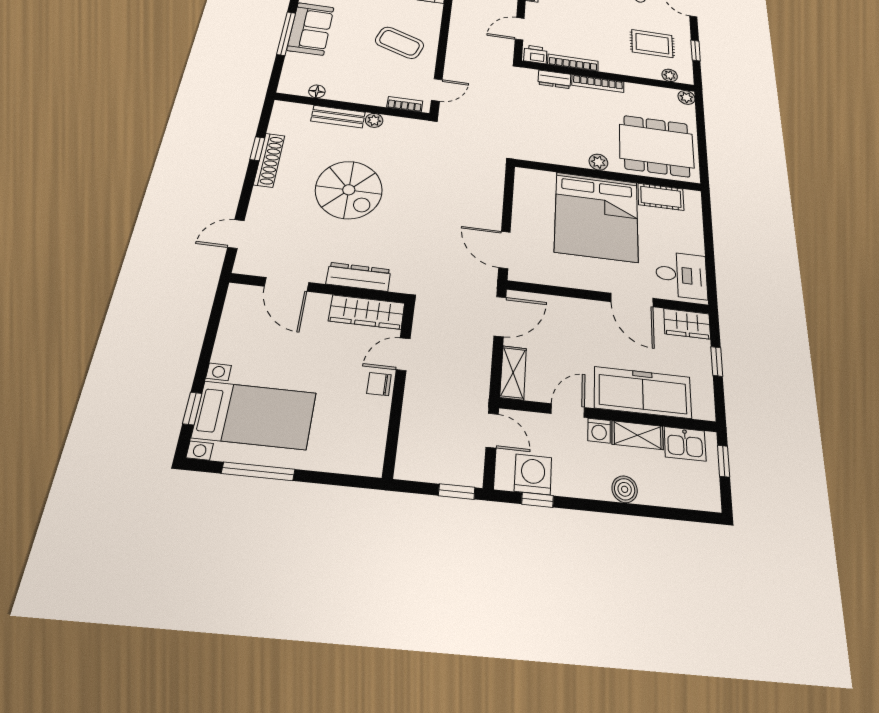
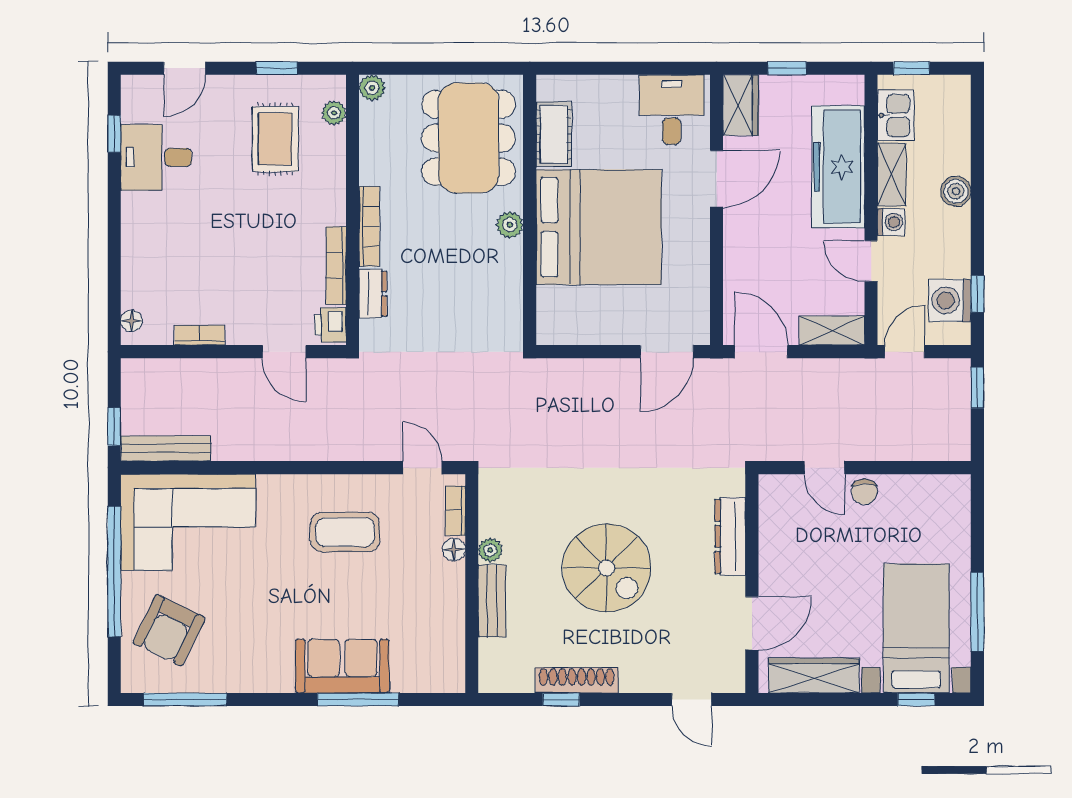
coffee table: (400, 43) -> (345, 532), turned 71
floor lamp: (317, 91) -> (454, 549), moved
spiral stairs: (349, 190) -> (607, 568), turned 90
wardrobe: (367, 312) -> (814, 676), moved, turned -90

